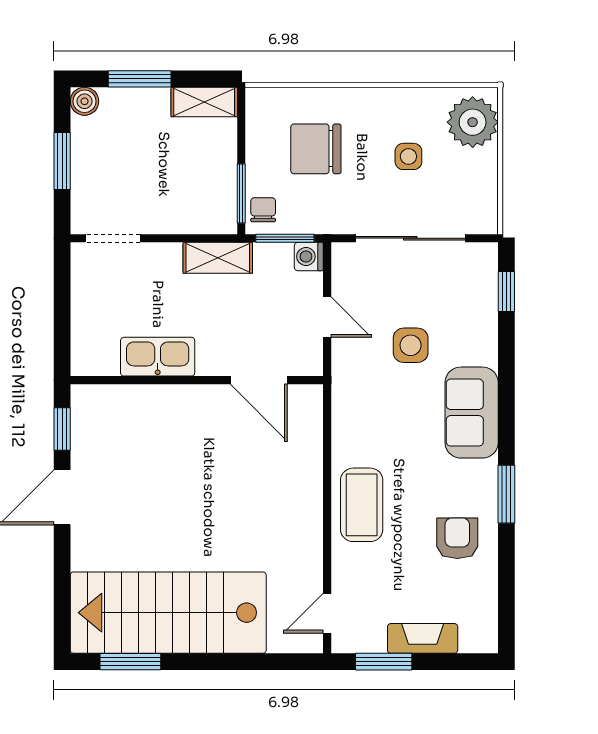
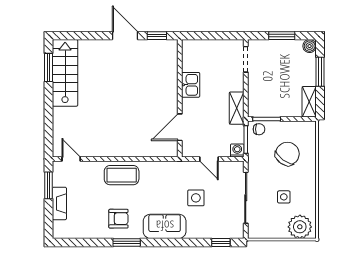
chair: (316, 149) -> (287, 154), turned 36
door: (327, 317) -> (209, 159), hinge flipped
kitchen sink: (158, 357) -> (191, 85), width x0.73
armchair: (457, 538) -> (118, 219), moved
stairs: (168, 613) -> (65, 73), width x0.73, depth x0.66

